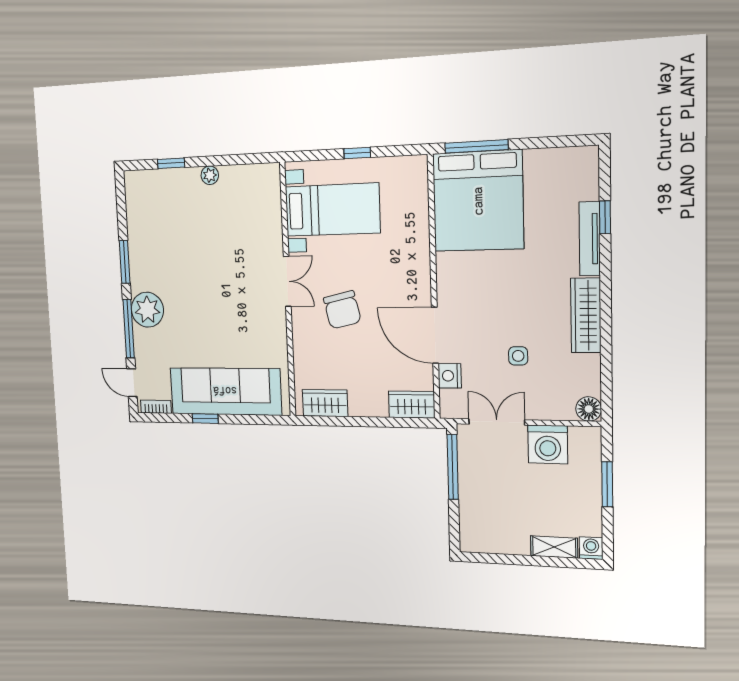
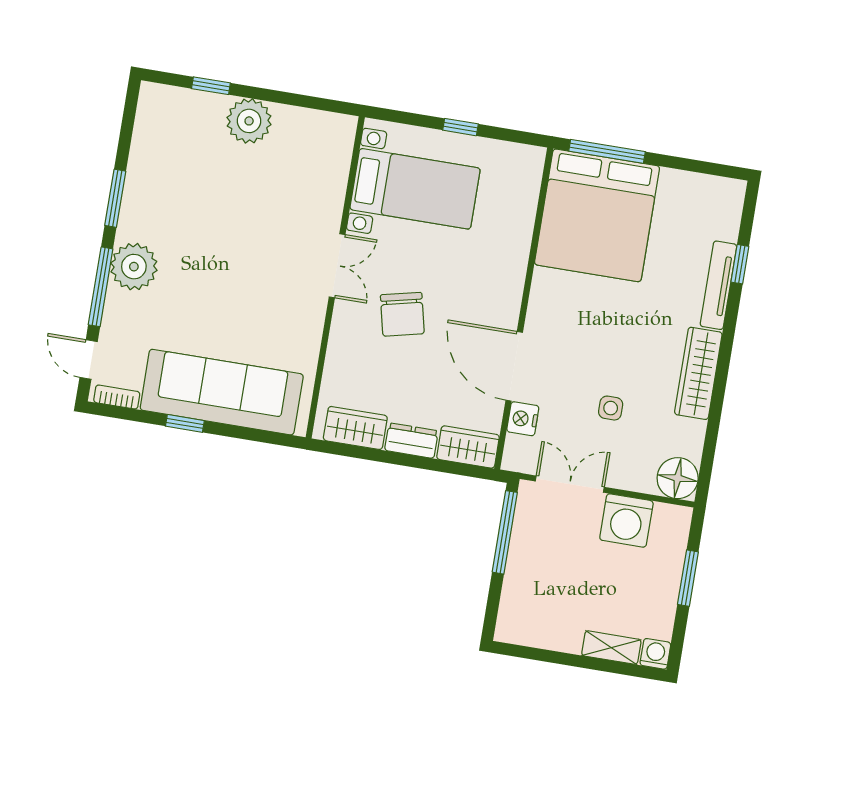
plant: (210, 175) -> (249, 121), width x1.87, depth x1.87
dresser: (368, 406) -> (411, 441), added
floor lamp: (589, 409) -> (678, 478), width x1.38, depth x1.38

